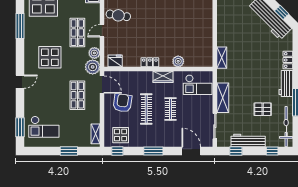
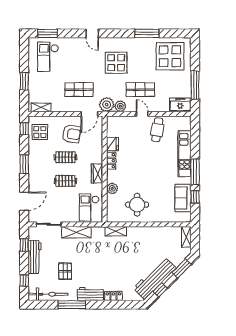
round table: (195, 36) -> (137, 205), added
fridge: (115, 61) -> (112, 144), moved
clothes rail: (146, 109) -> (65, 157), width x0.73

